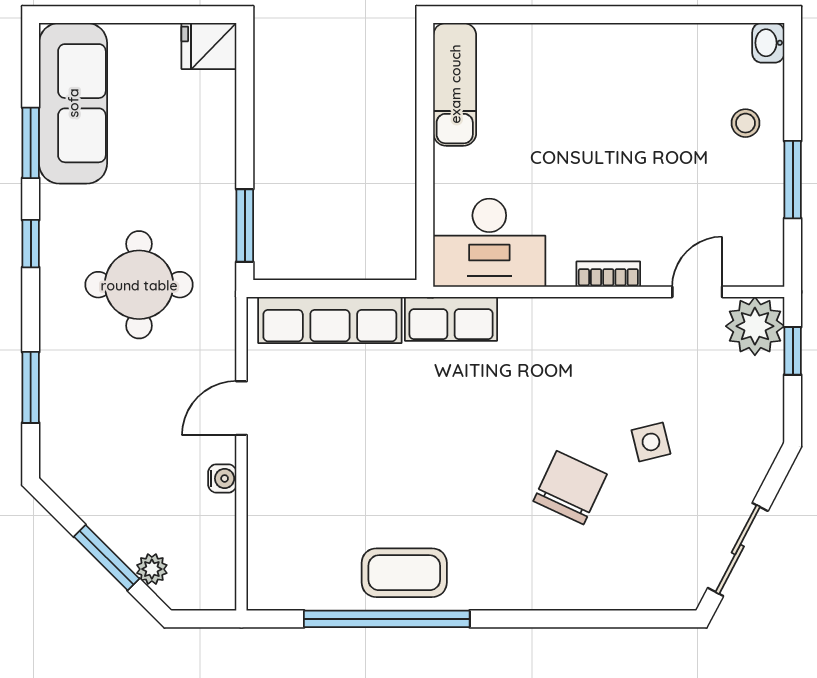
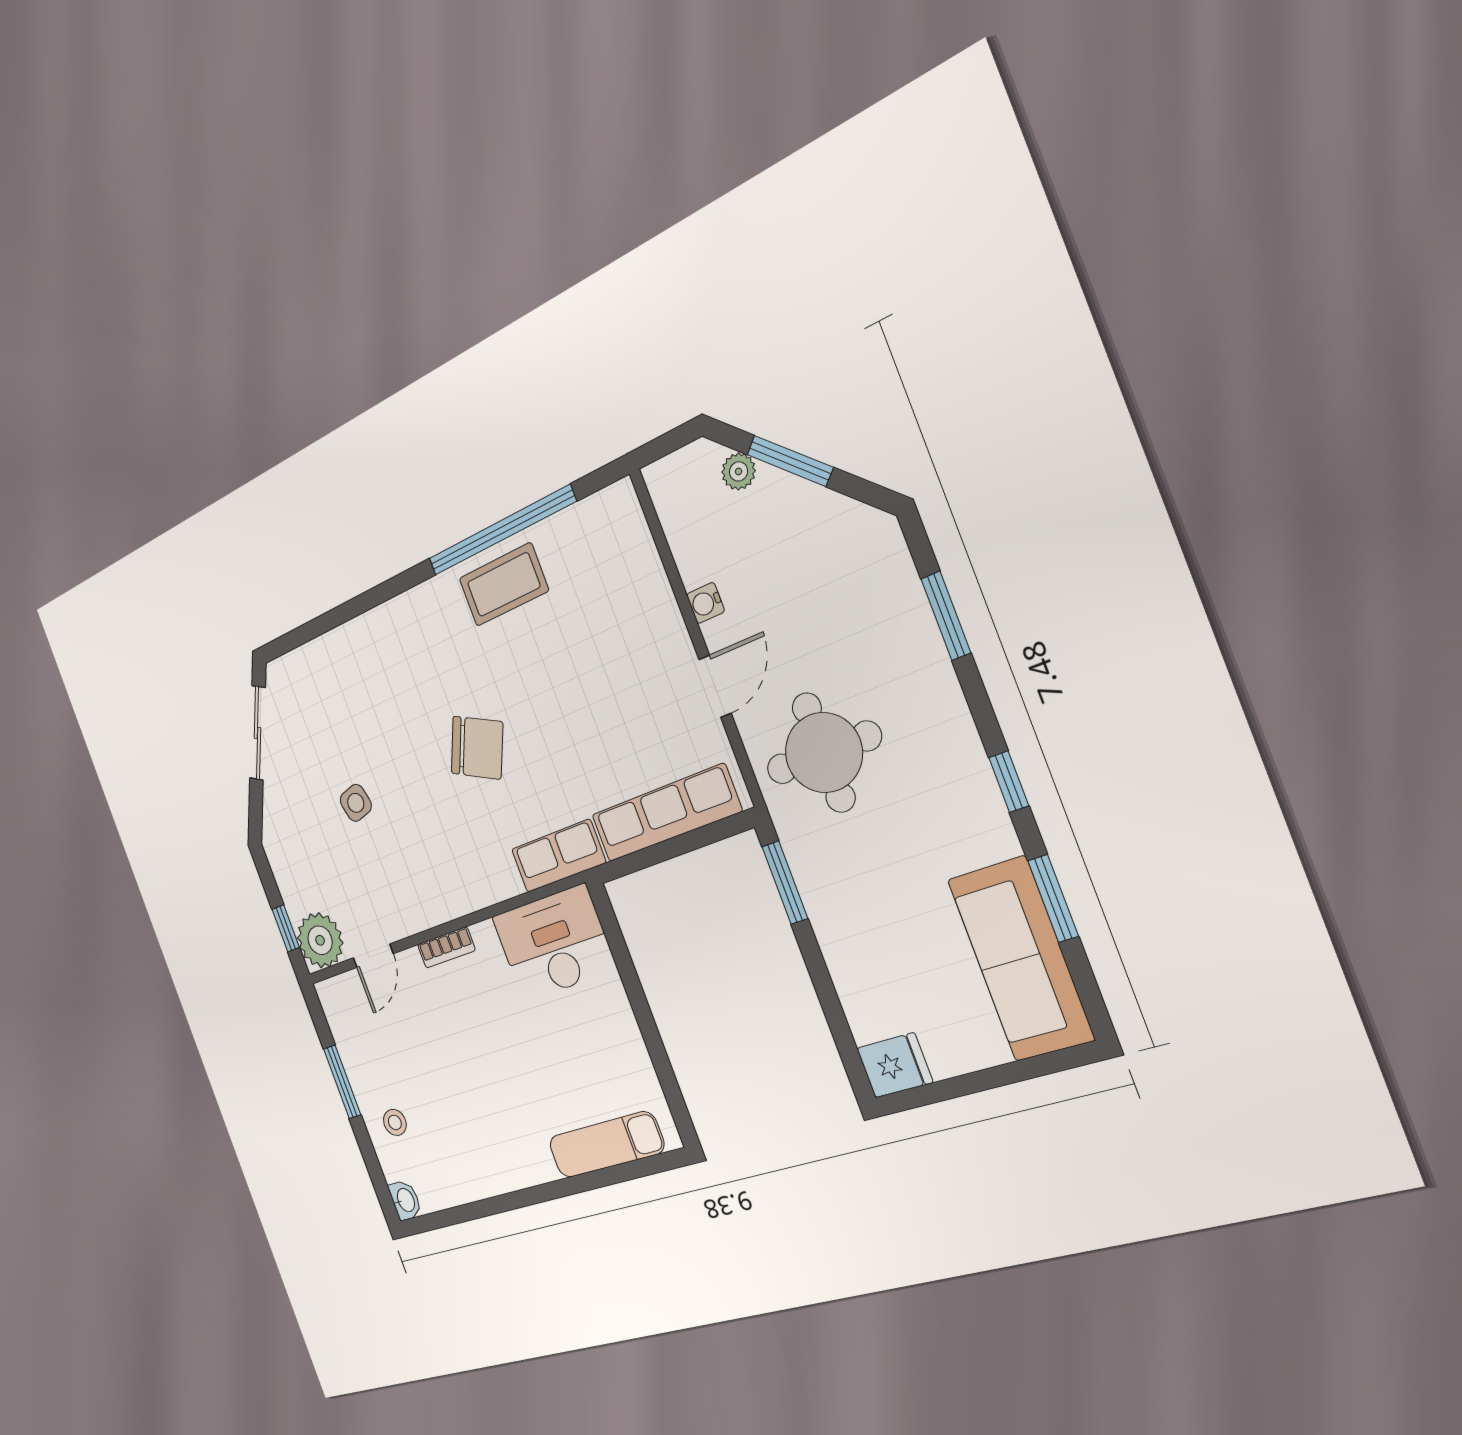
exam couch: (455, 84) -> (606, 1145), moved, turned 90
round table: (139, 285) -> (824, 753), moved
chair: (570, 488) -> (477, 748), moved, turned -89

